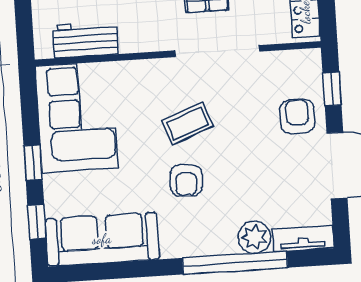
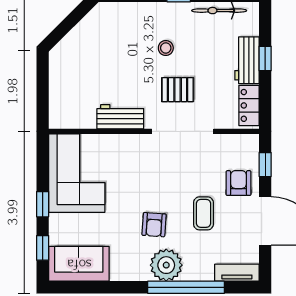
workbench: (85, 40) -> (120, 117), moved
coffee table: (188, 123) -> (203, 213), moved, turned -69
plant: (254, 237) -> (166, 265), moved, width x1.36, depth x1.36
sofa: (102, 239) -> (79, 264), width x0.73

